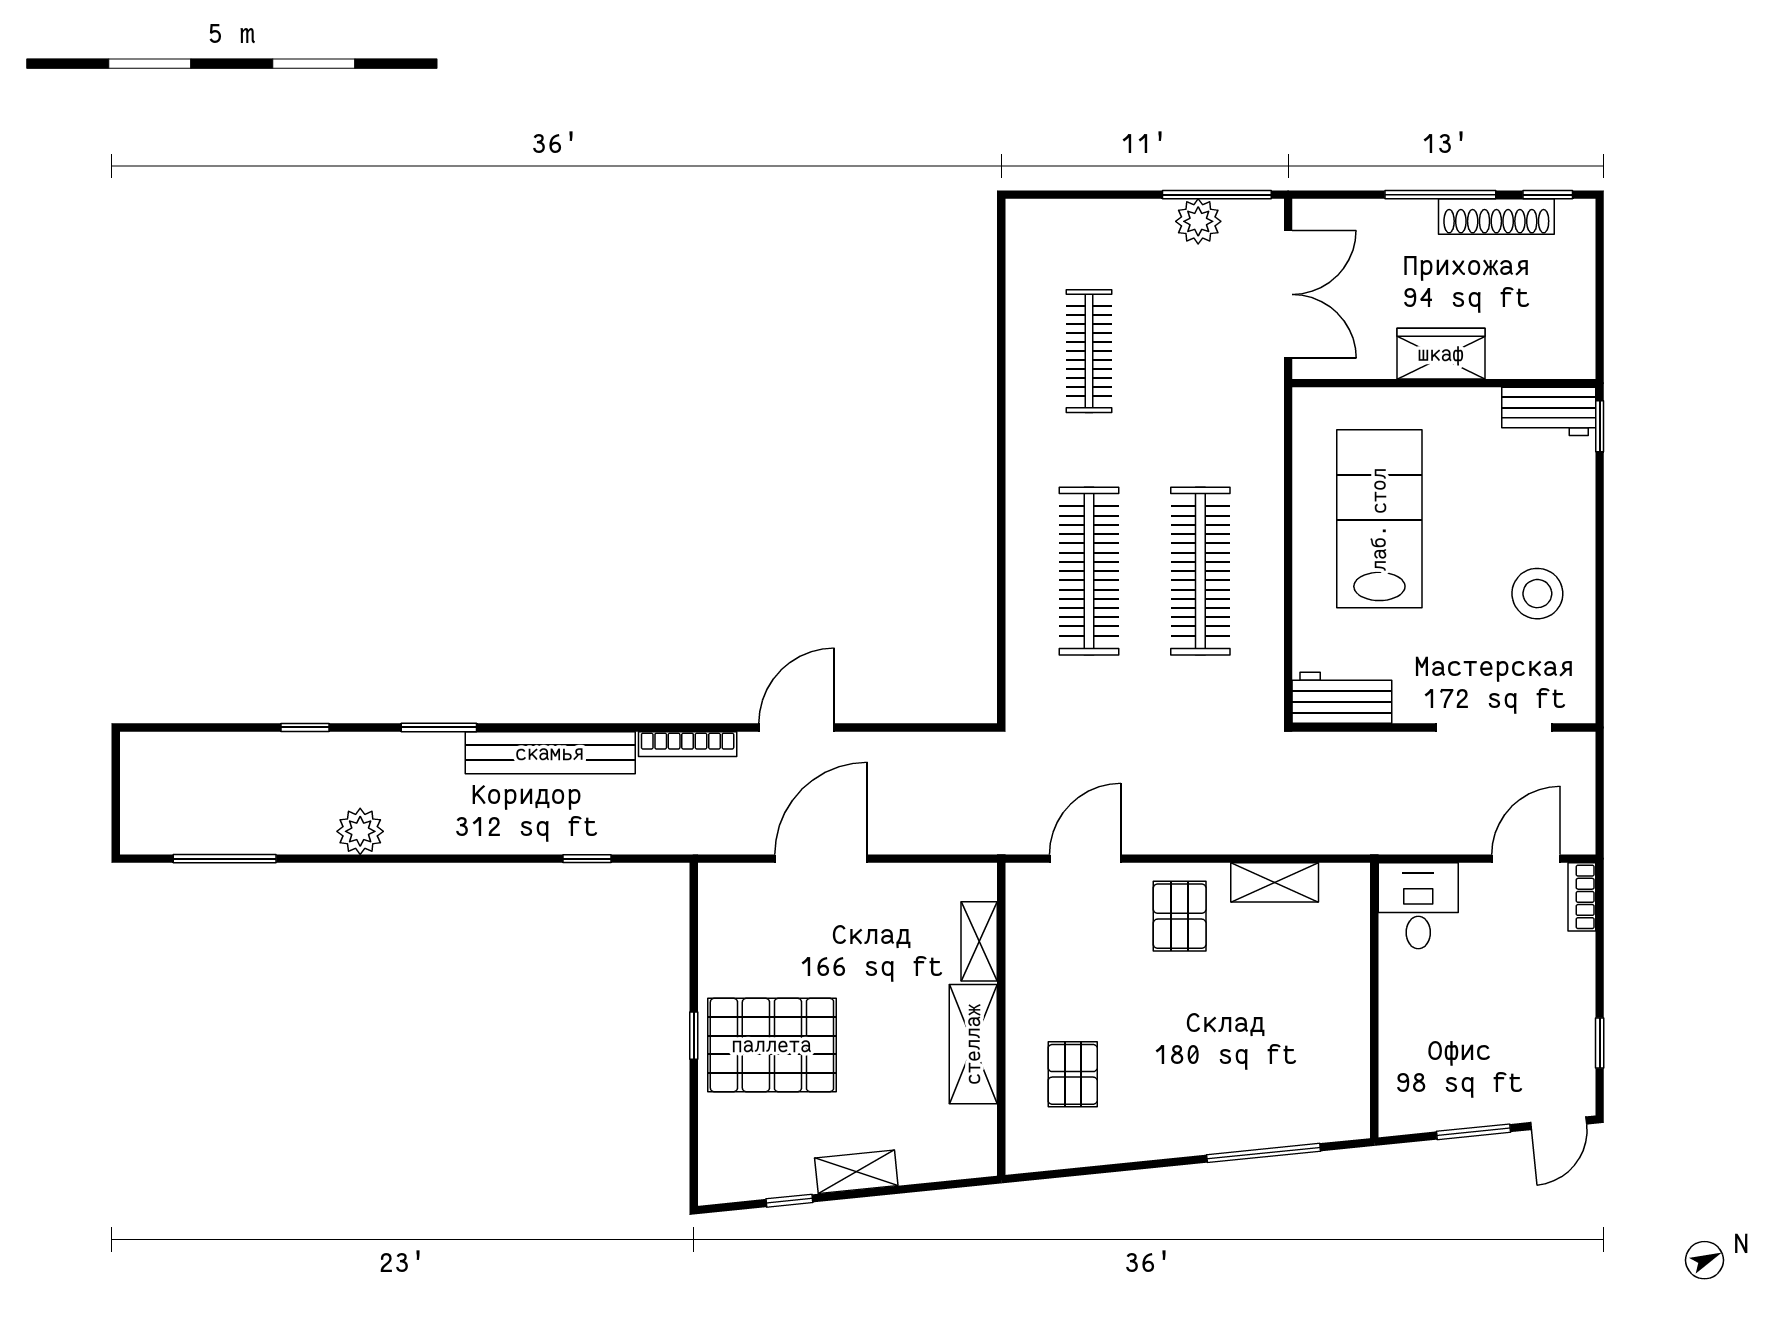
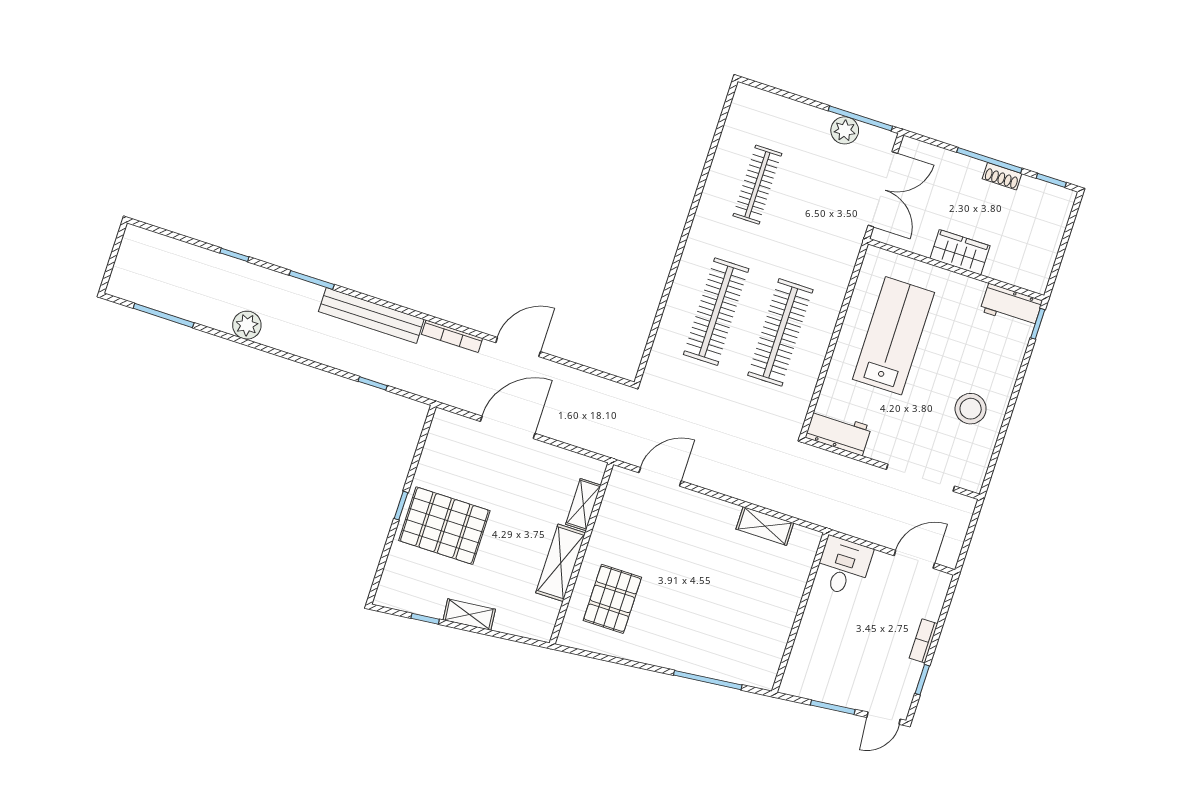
shoe rack: (1496, 217) -> (1002, 176), width x0.51, depth x0.81
bookcase: (1582, 897) -> (923, 641), moved
pallet: (1180, 916) -> (704, 528), removed
pallet: (1073, 1074) -> (612, 599), width x1.50, depth x1.42

